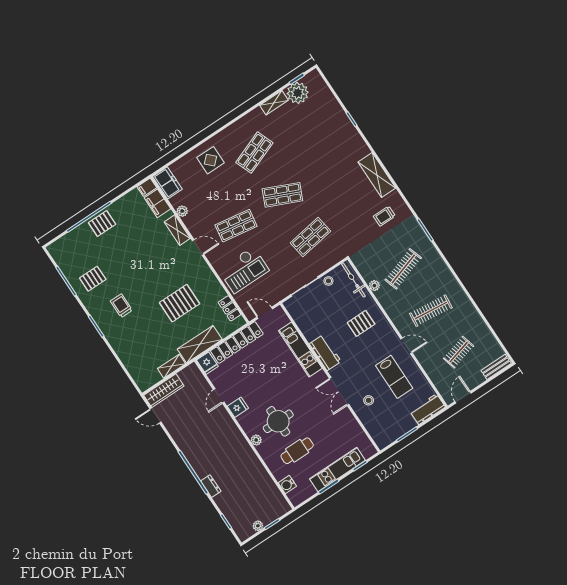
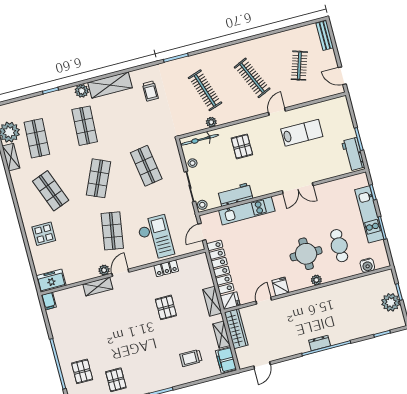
shop shelf: (301, 122) -> (37, 138), added
plant: (362, 150) -> (82, 91), added
shop shelf: (329, 164) -> (85, 126), added
filing cabinet: (157, 203) -> (226, 360), moved, turned 90
plant: (182, 211) -> (104, 270), moved
pallet: (102, 223) -> (82, 371), moved
pallet: (180, 303) -> (166, 307), width x0.67, depth x0.71
trolley: (121, 306) -> (191, 358), moved
locker: (230, 308) -> (166, 268), moved
clothes rail: (431, 311) -> (252, 78), turned -30
shelving: (200, 344) -> (212, 301), width x0.67, depth x0.75
clothes rail: (459, 352) -> (299, 66), turned 33
workbench: (325, 353) -> (235, 195), moved
wardrobe: (164, 391) -> (236, 329), moved
door: (219, 396) -> (264, 301), swing flipped
stool: (369, 400) -> (202, 205), moved
workbench: (428, 409) -> (353, 154), moved
dresser: (211, 486) -> (320, 343), moved
plant: (258, 526) -> (391, 302), width x1.88, depth x1.88

